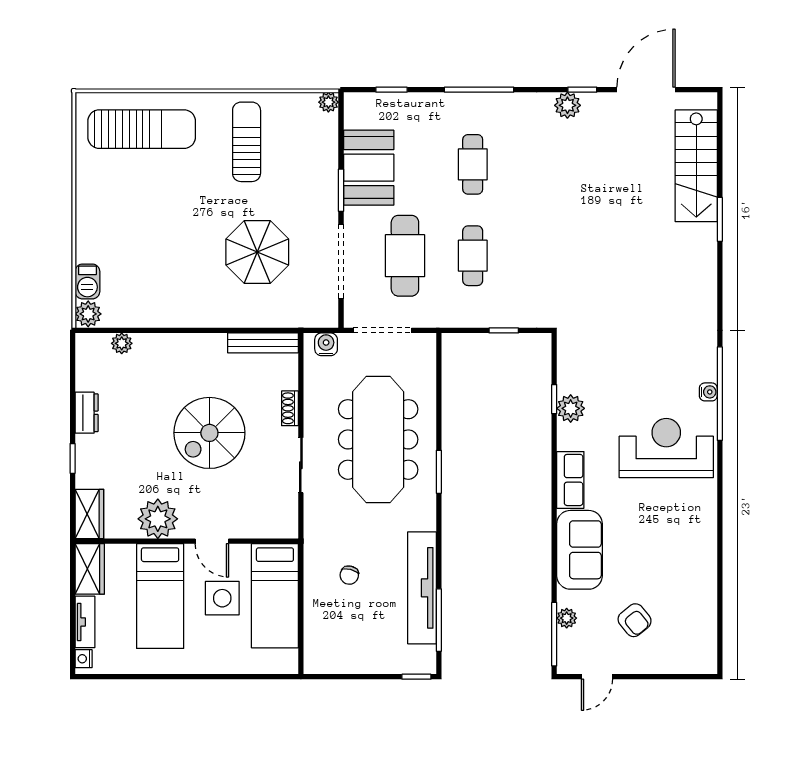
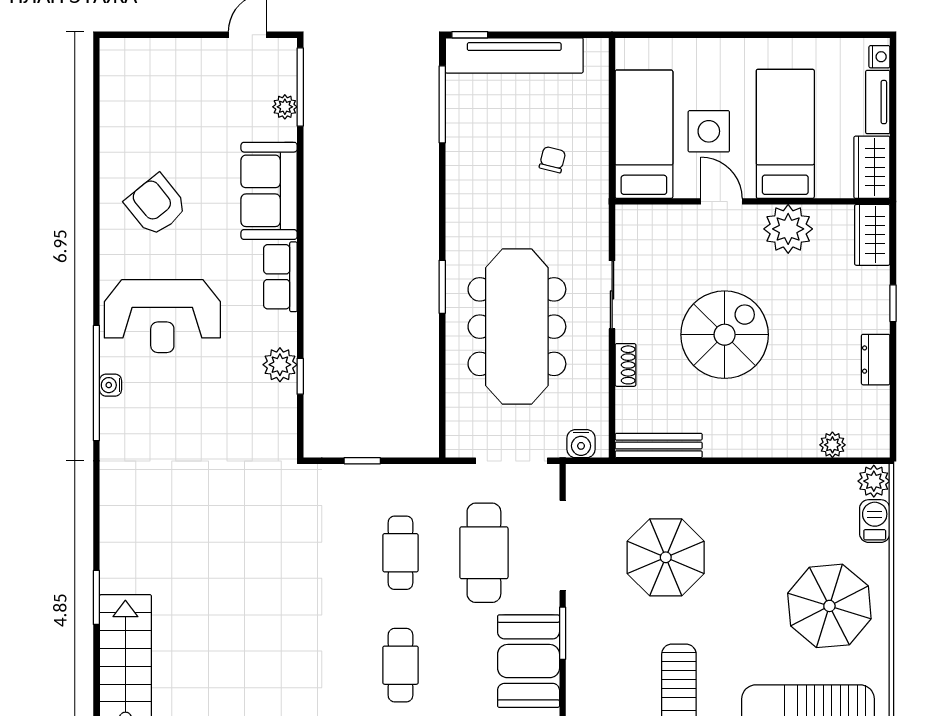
parasol: (124, 212) -> (829, 606), added
tv unit: (422, 588) -> (514, 55), moved, turned 90
armchair: (635, 620) -> (156, 205), moved, width x1.38, depth x1.38

